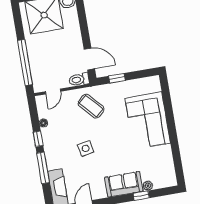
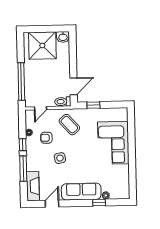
door: (89, 59) -> (74, 86), hinge flipped
armchair: (66, 126) -> (46, 138), added
sofa: (124, 184) -> (81, 192), width x1.36

